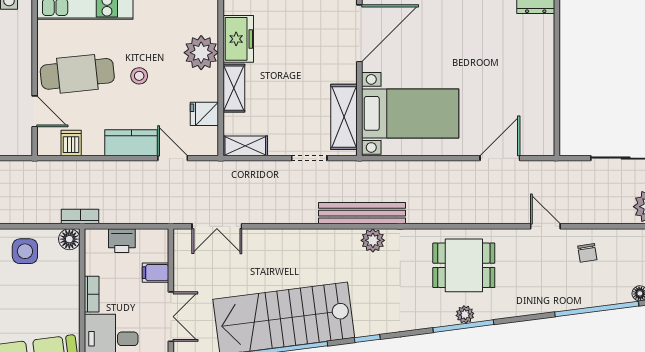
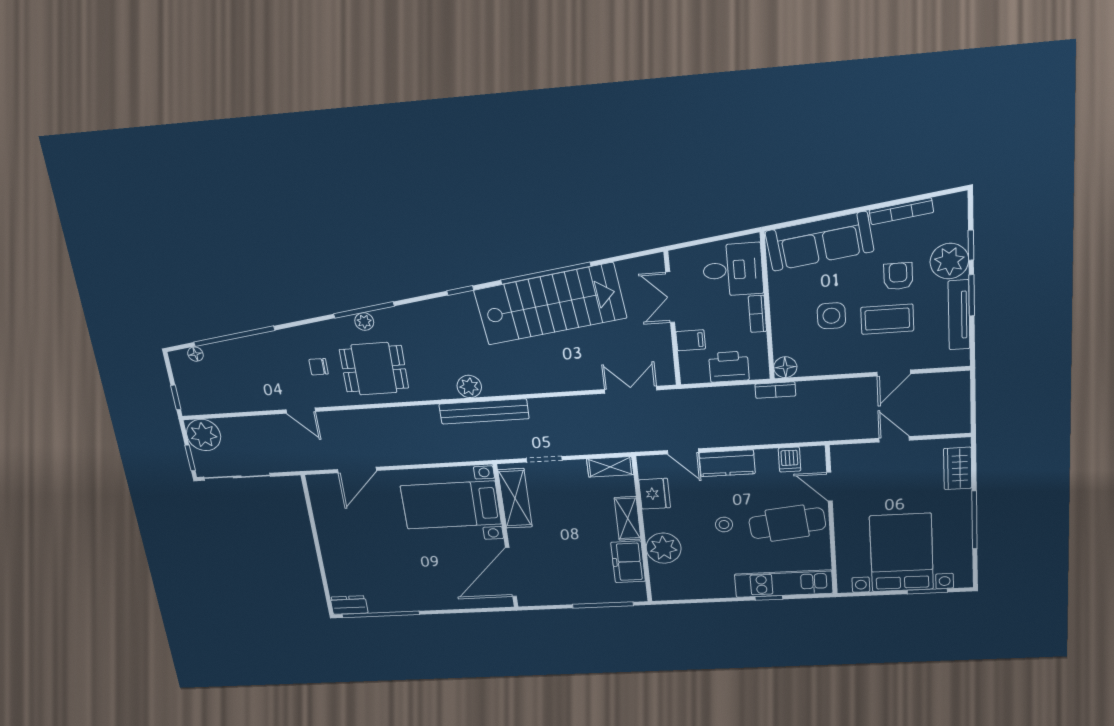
fridge: (204, 114) -> (655, 494), width x1.38
printer: (122, 241) -> (729, 367), width x1.36, depth x1.24
side table: (25, 251) -> (831, 316), moved
chair: (587, 253) -> (319, 367), moved, turned -81

